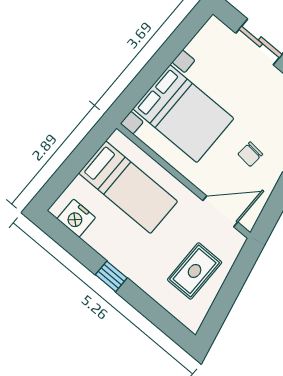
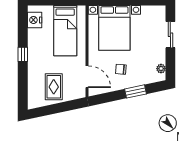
rug: (195, 271) -> (54, 87), turned 90

